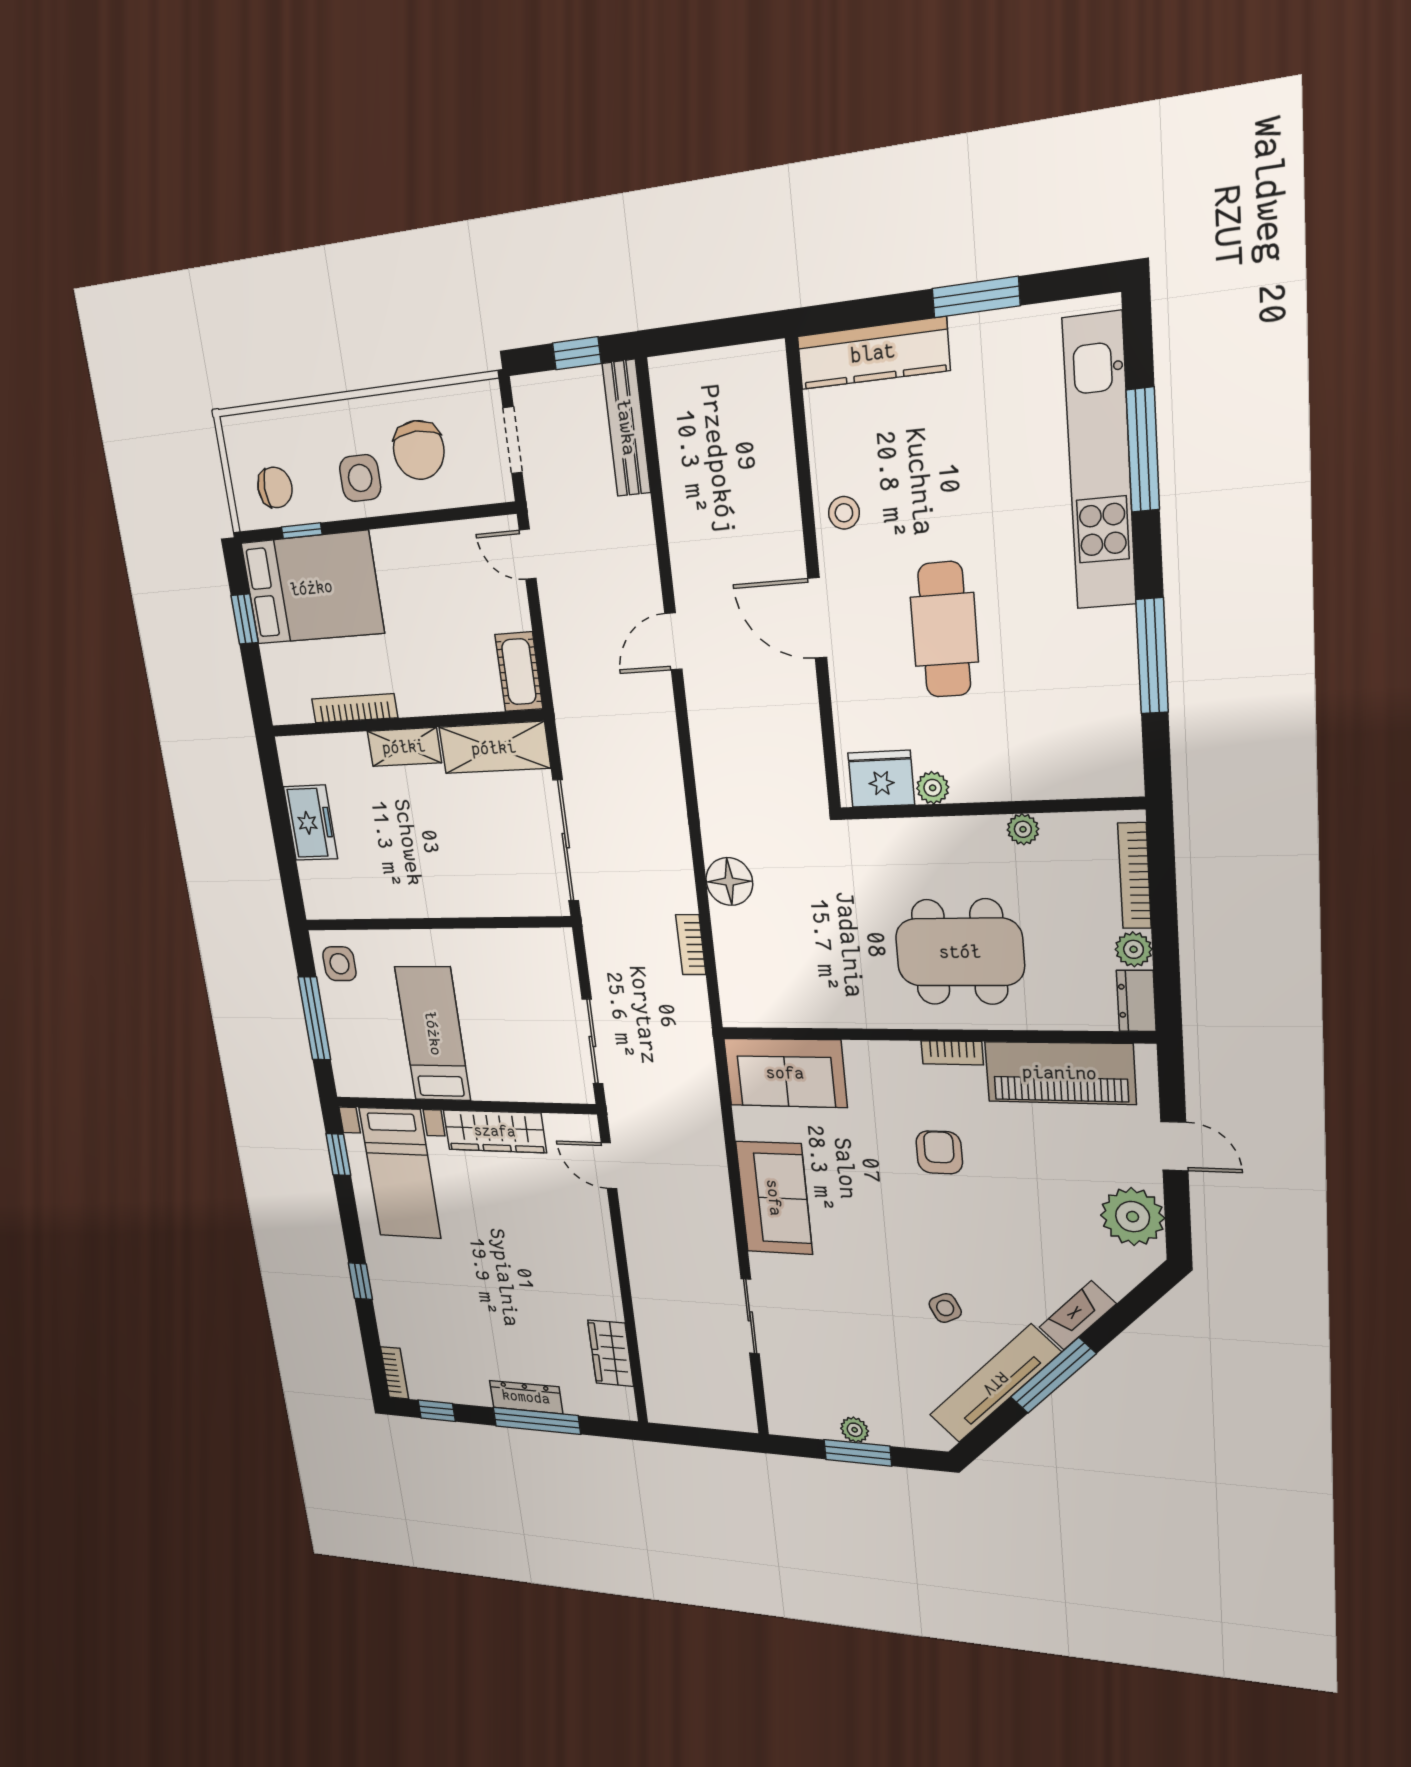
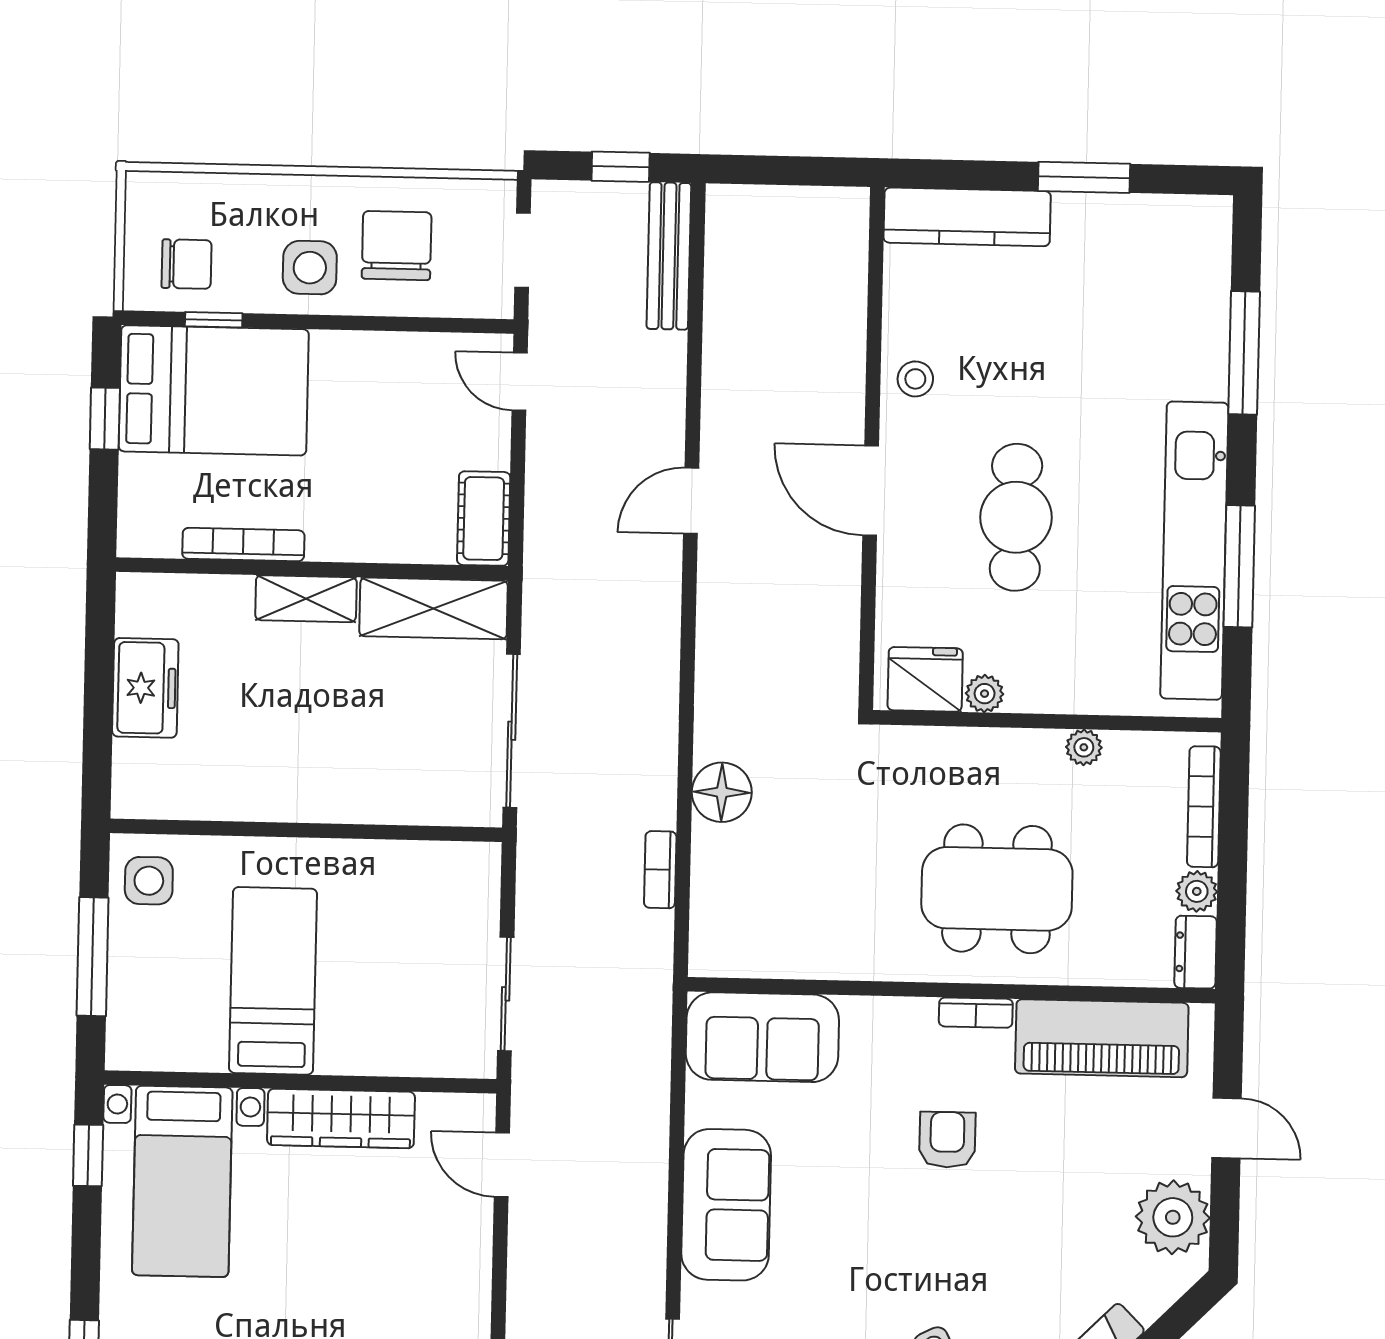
chair: (419, 450) -> (397, 246), turned 180
kitchen unit: (1099, 463) -> (1194, 551), moved

